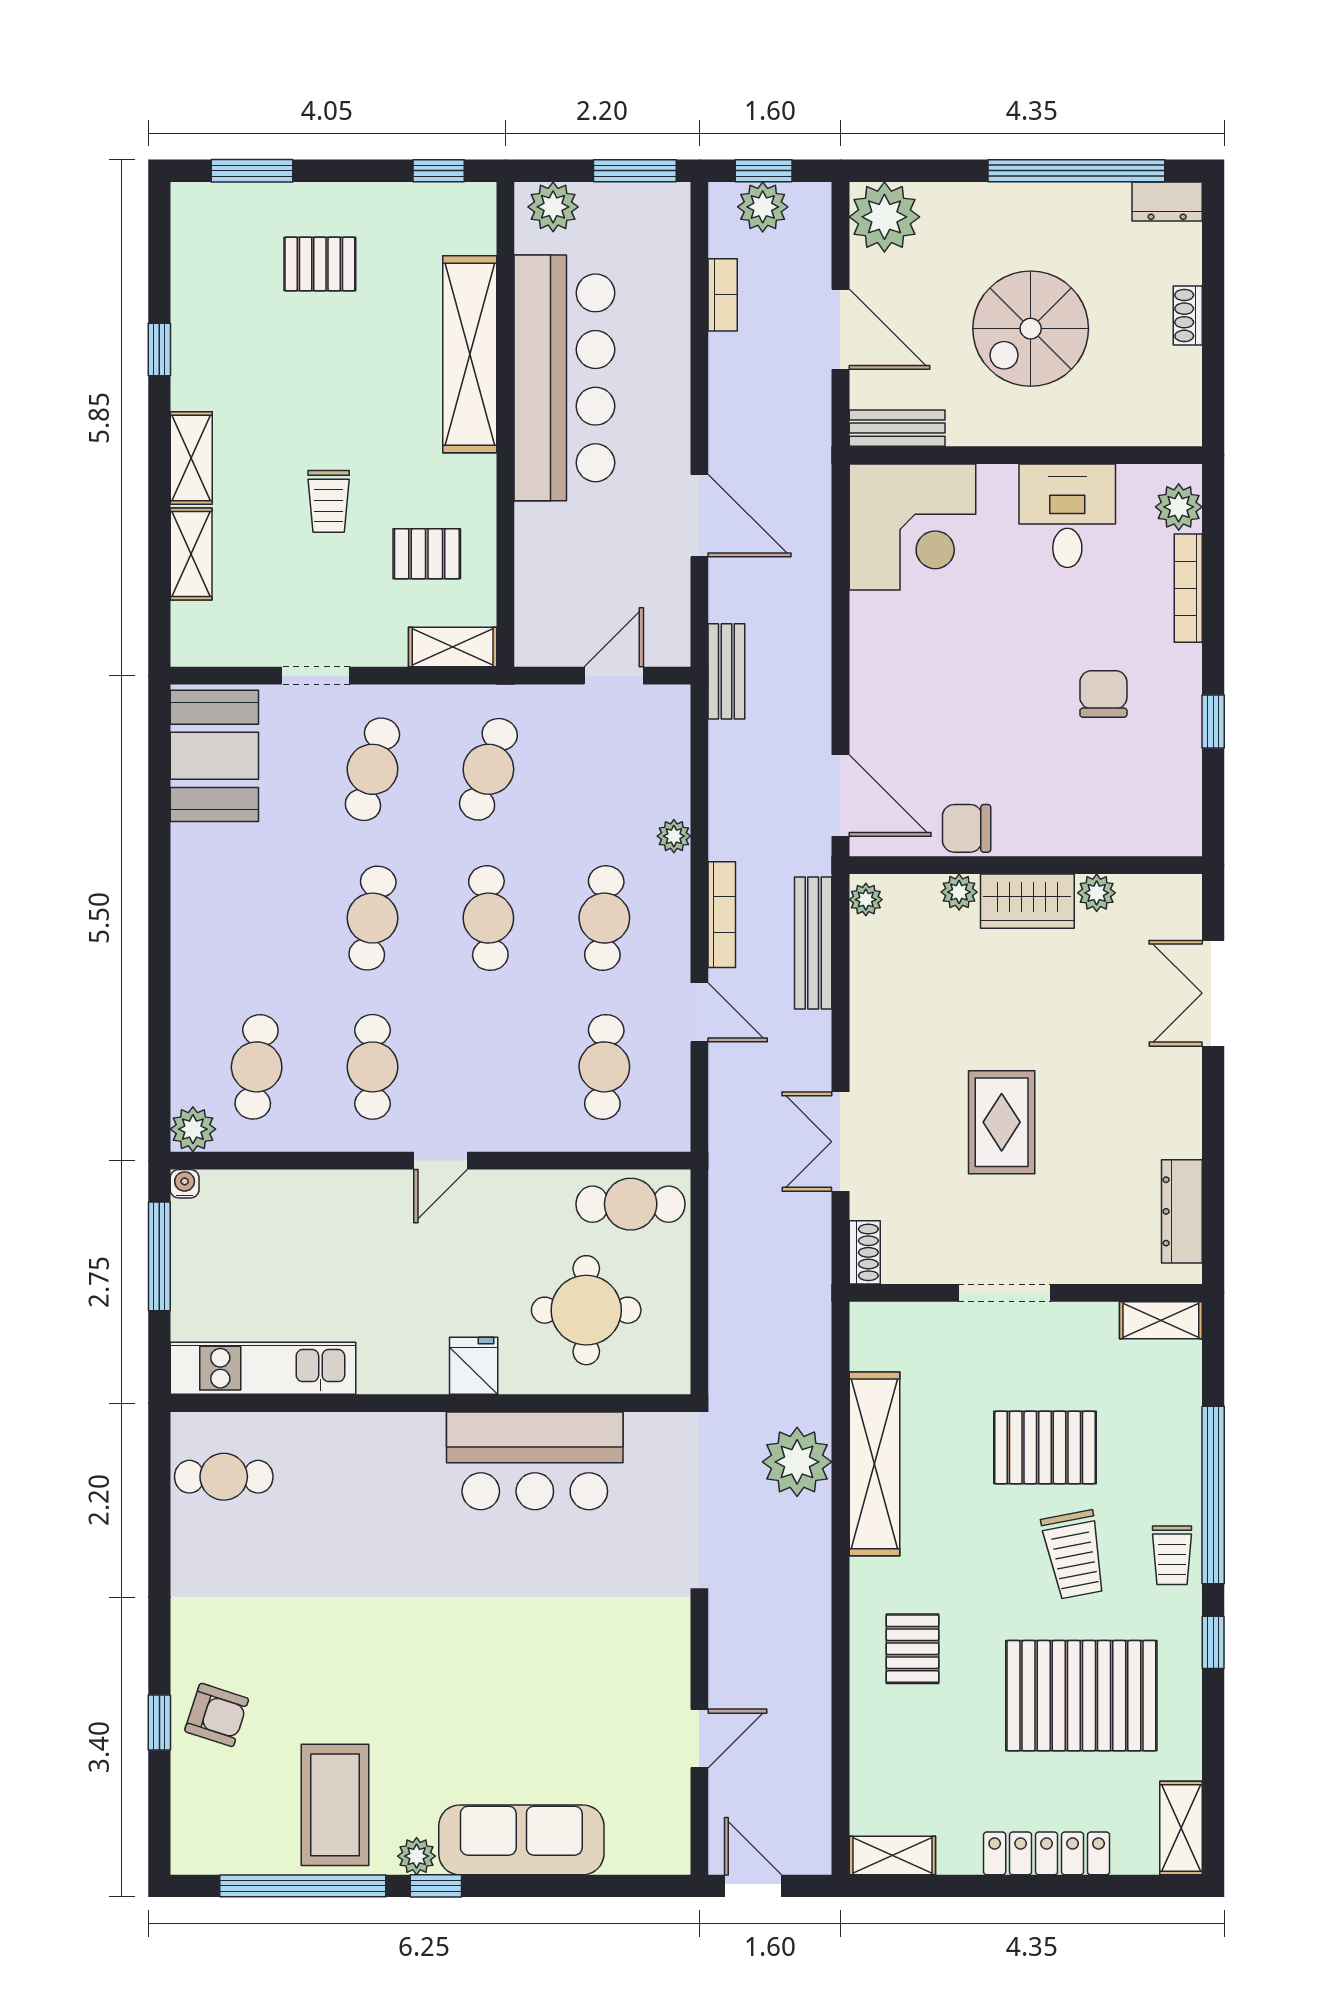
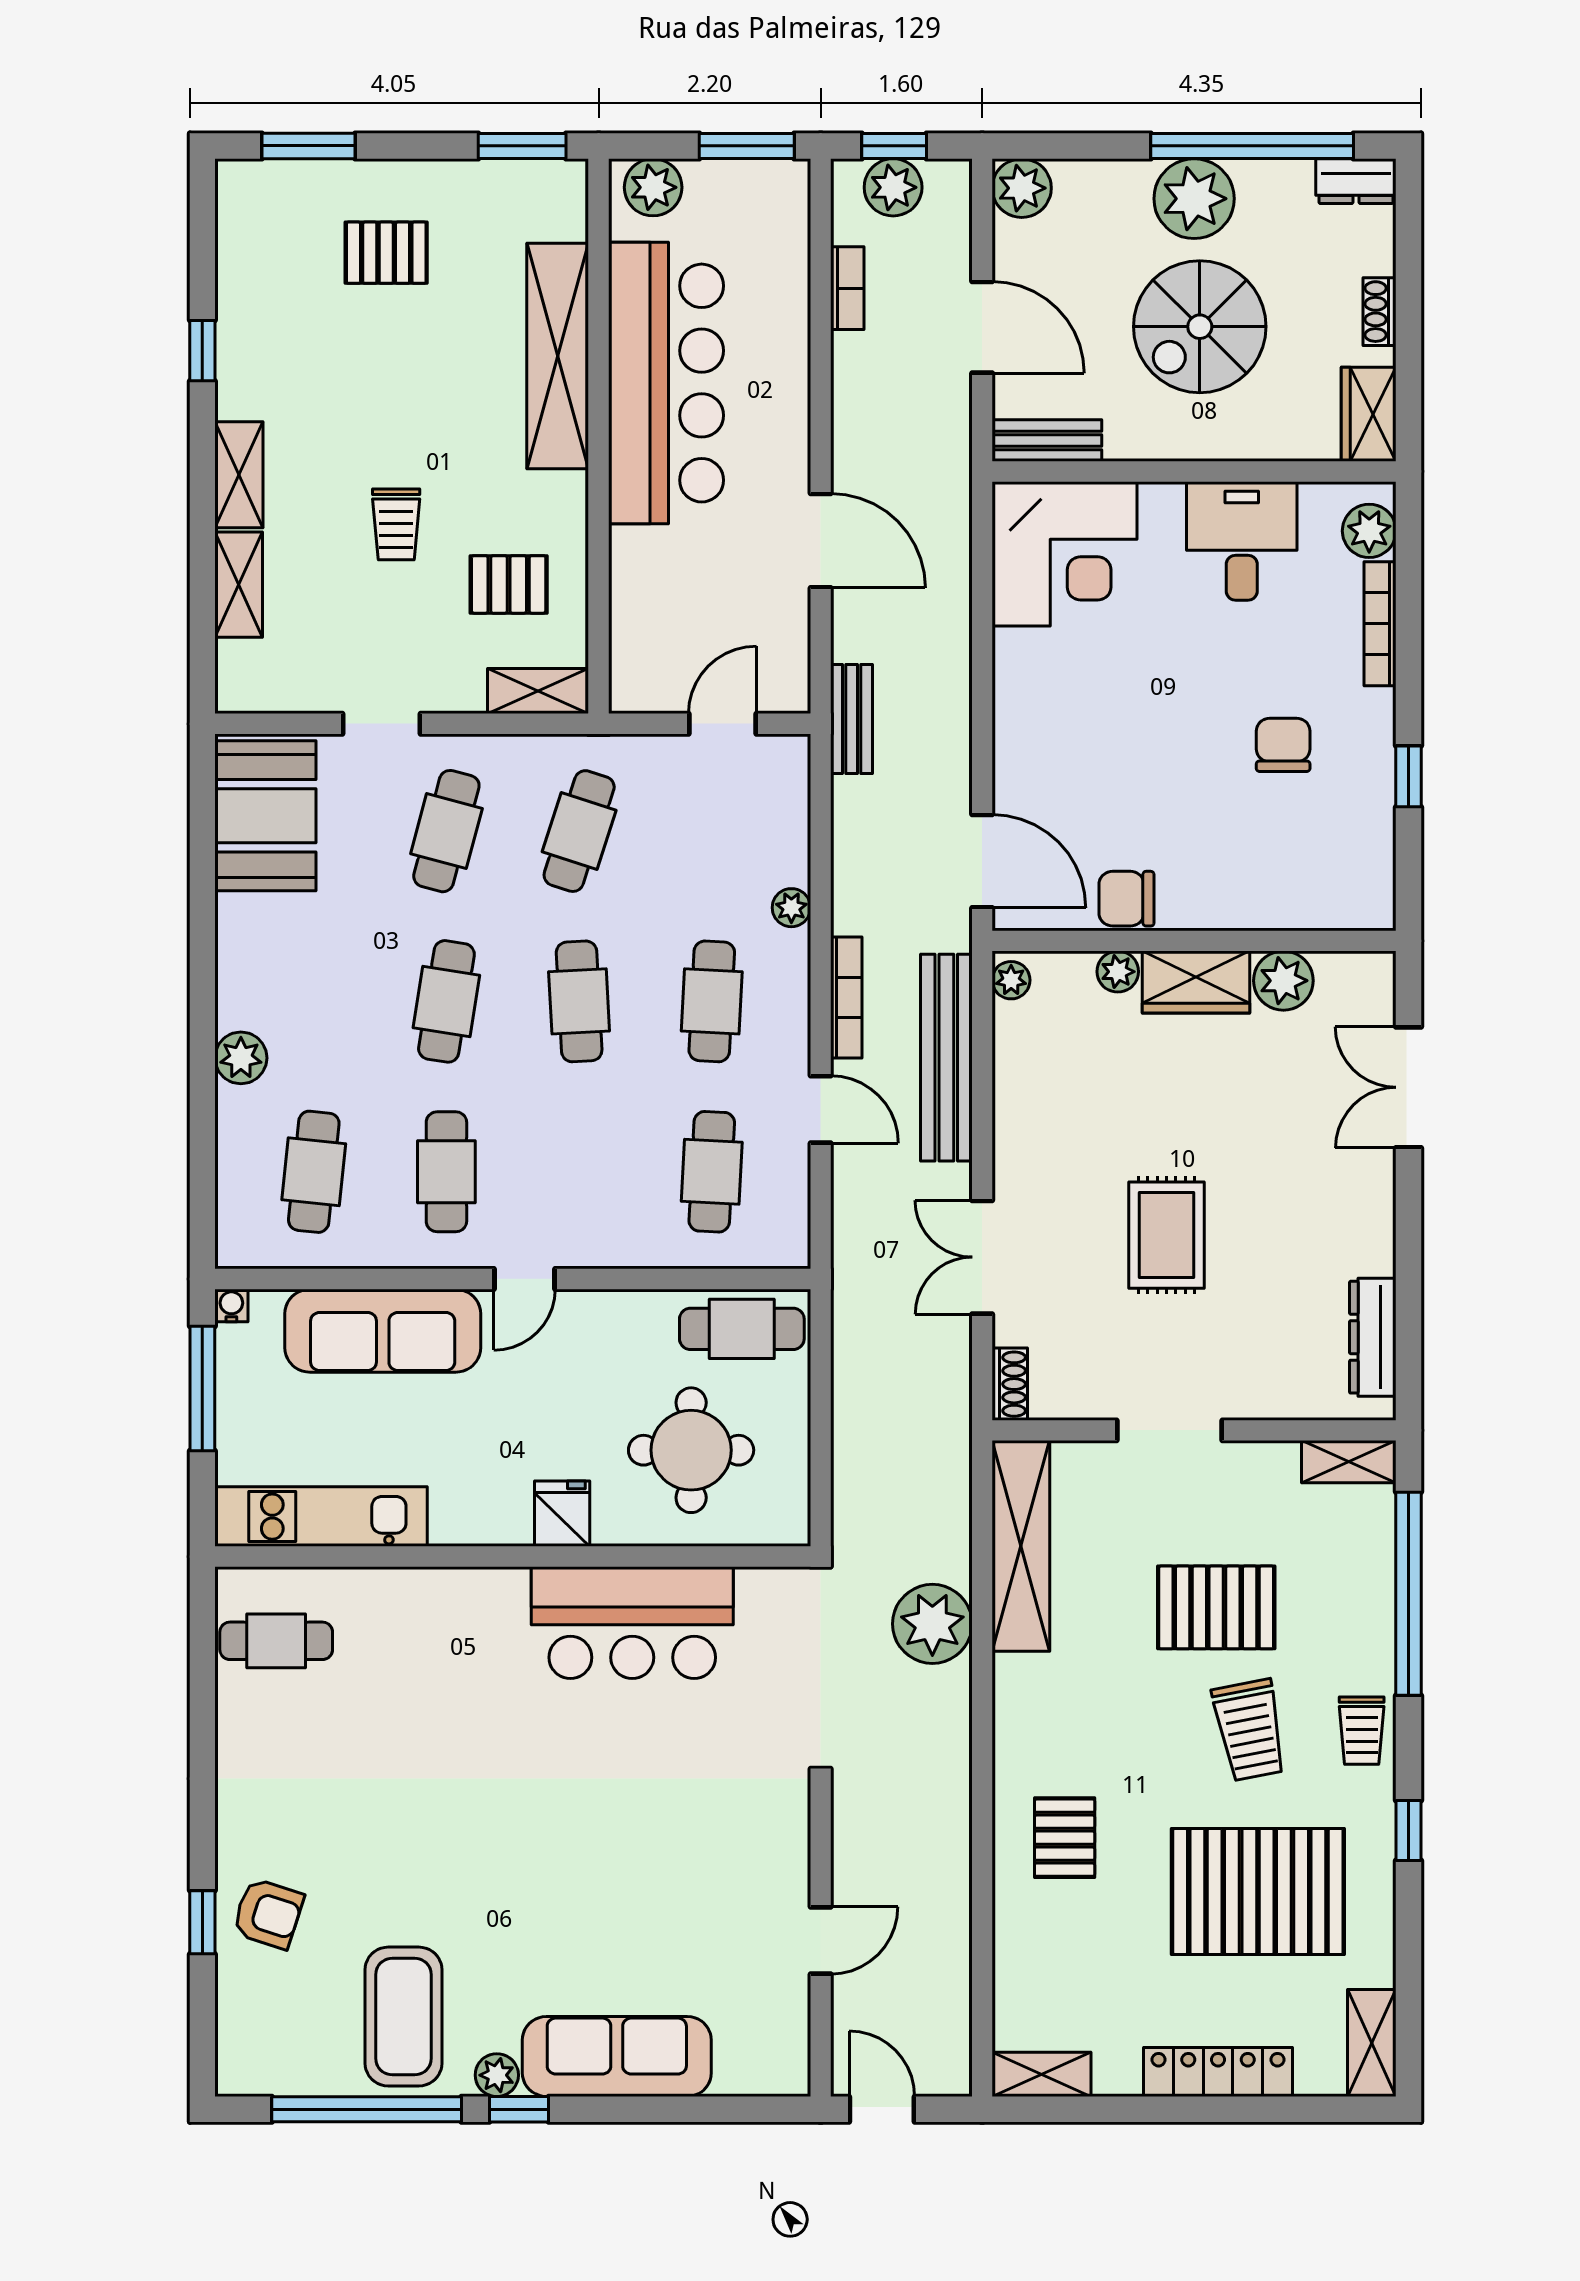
window: (439, 171) -> (522, 146), width x1.50
plant: (884, 217) -> (1022, 188), width x0.73, depth x0.73
plant: (1026, 217) -> (1194, 199), added
wardrobe: (1178, 405) -> (1369, 414), added
plant: (1097, 893) -> (1283, 981), width x1.38, depth x1.38
bench: (813, 943) -> (946, 1058), width x1.37, depth x1.21
plant: (193, 1129) -> (241, 1058), moved
sofa: (317, 1206) -> (383, 1331), added
shelving: (874, 1464) -> (1021, 1546), moved
window: (1213, 1495) -> (1409, 1594), moved

